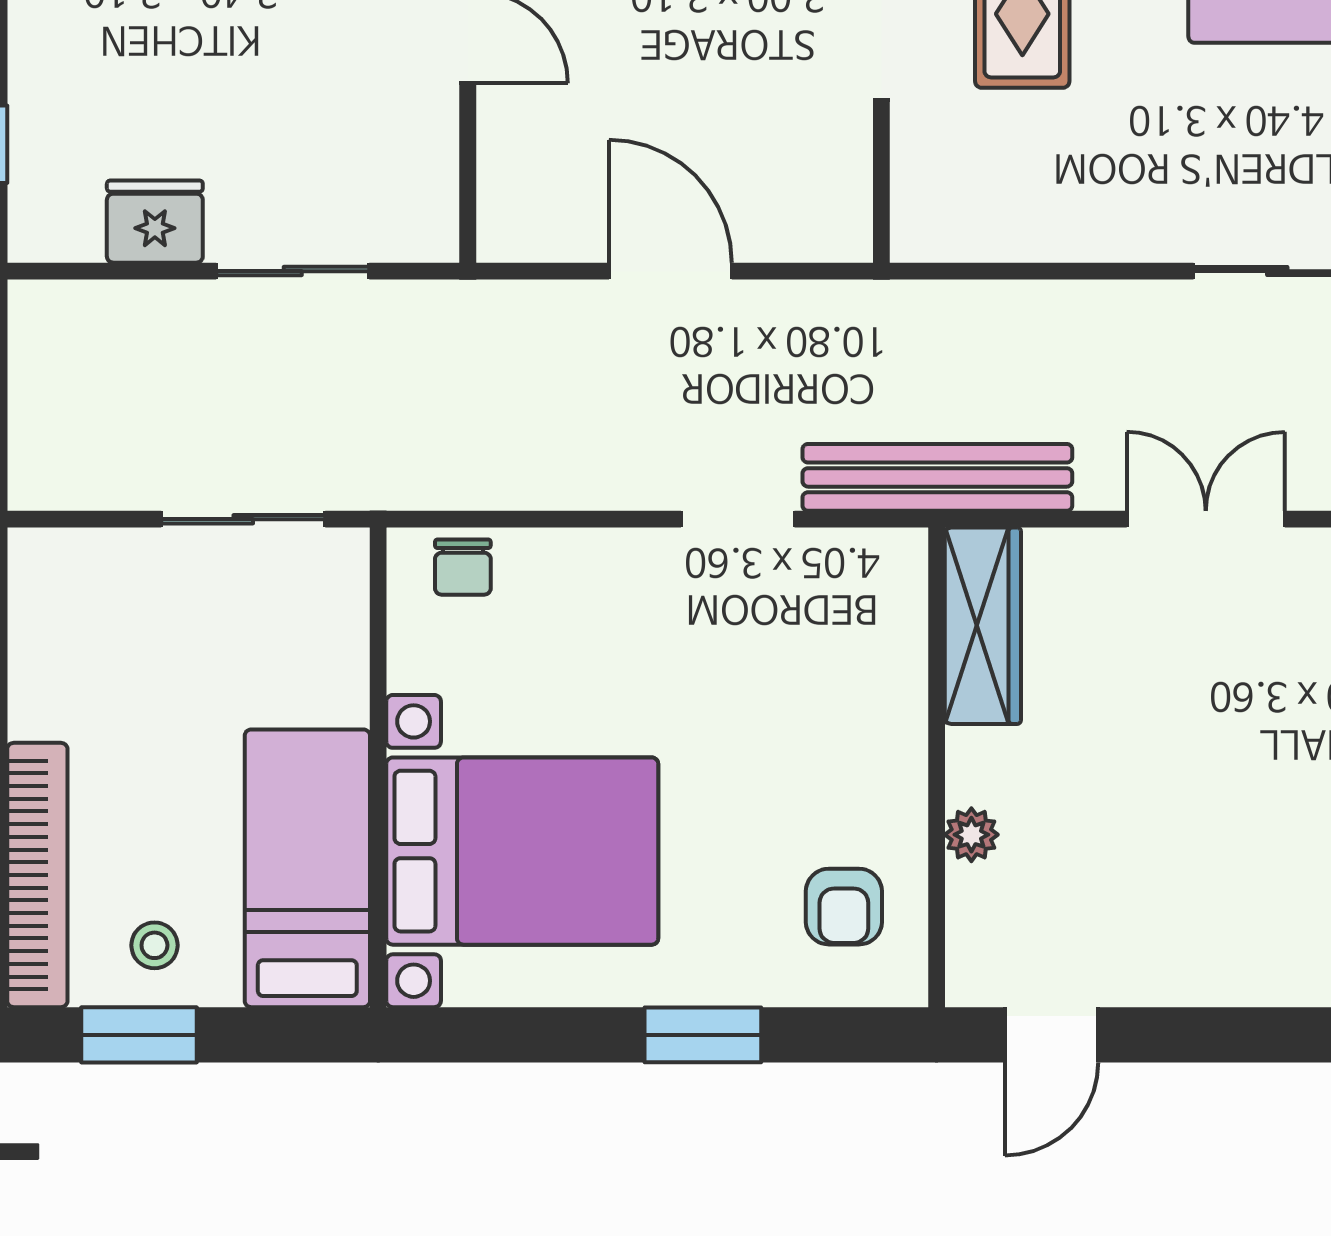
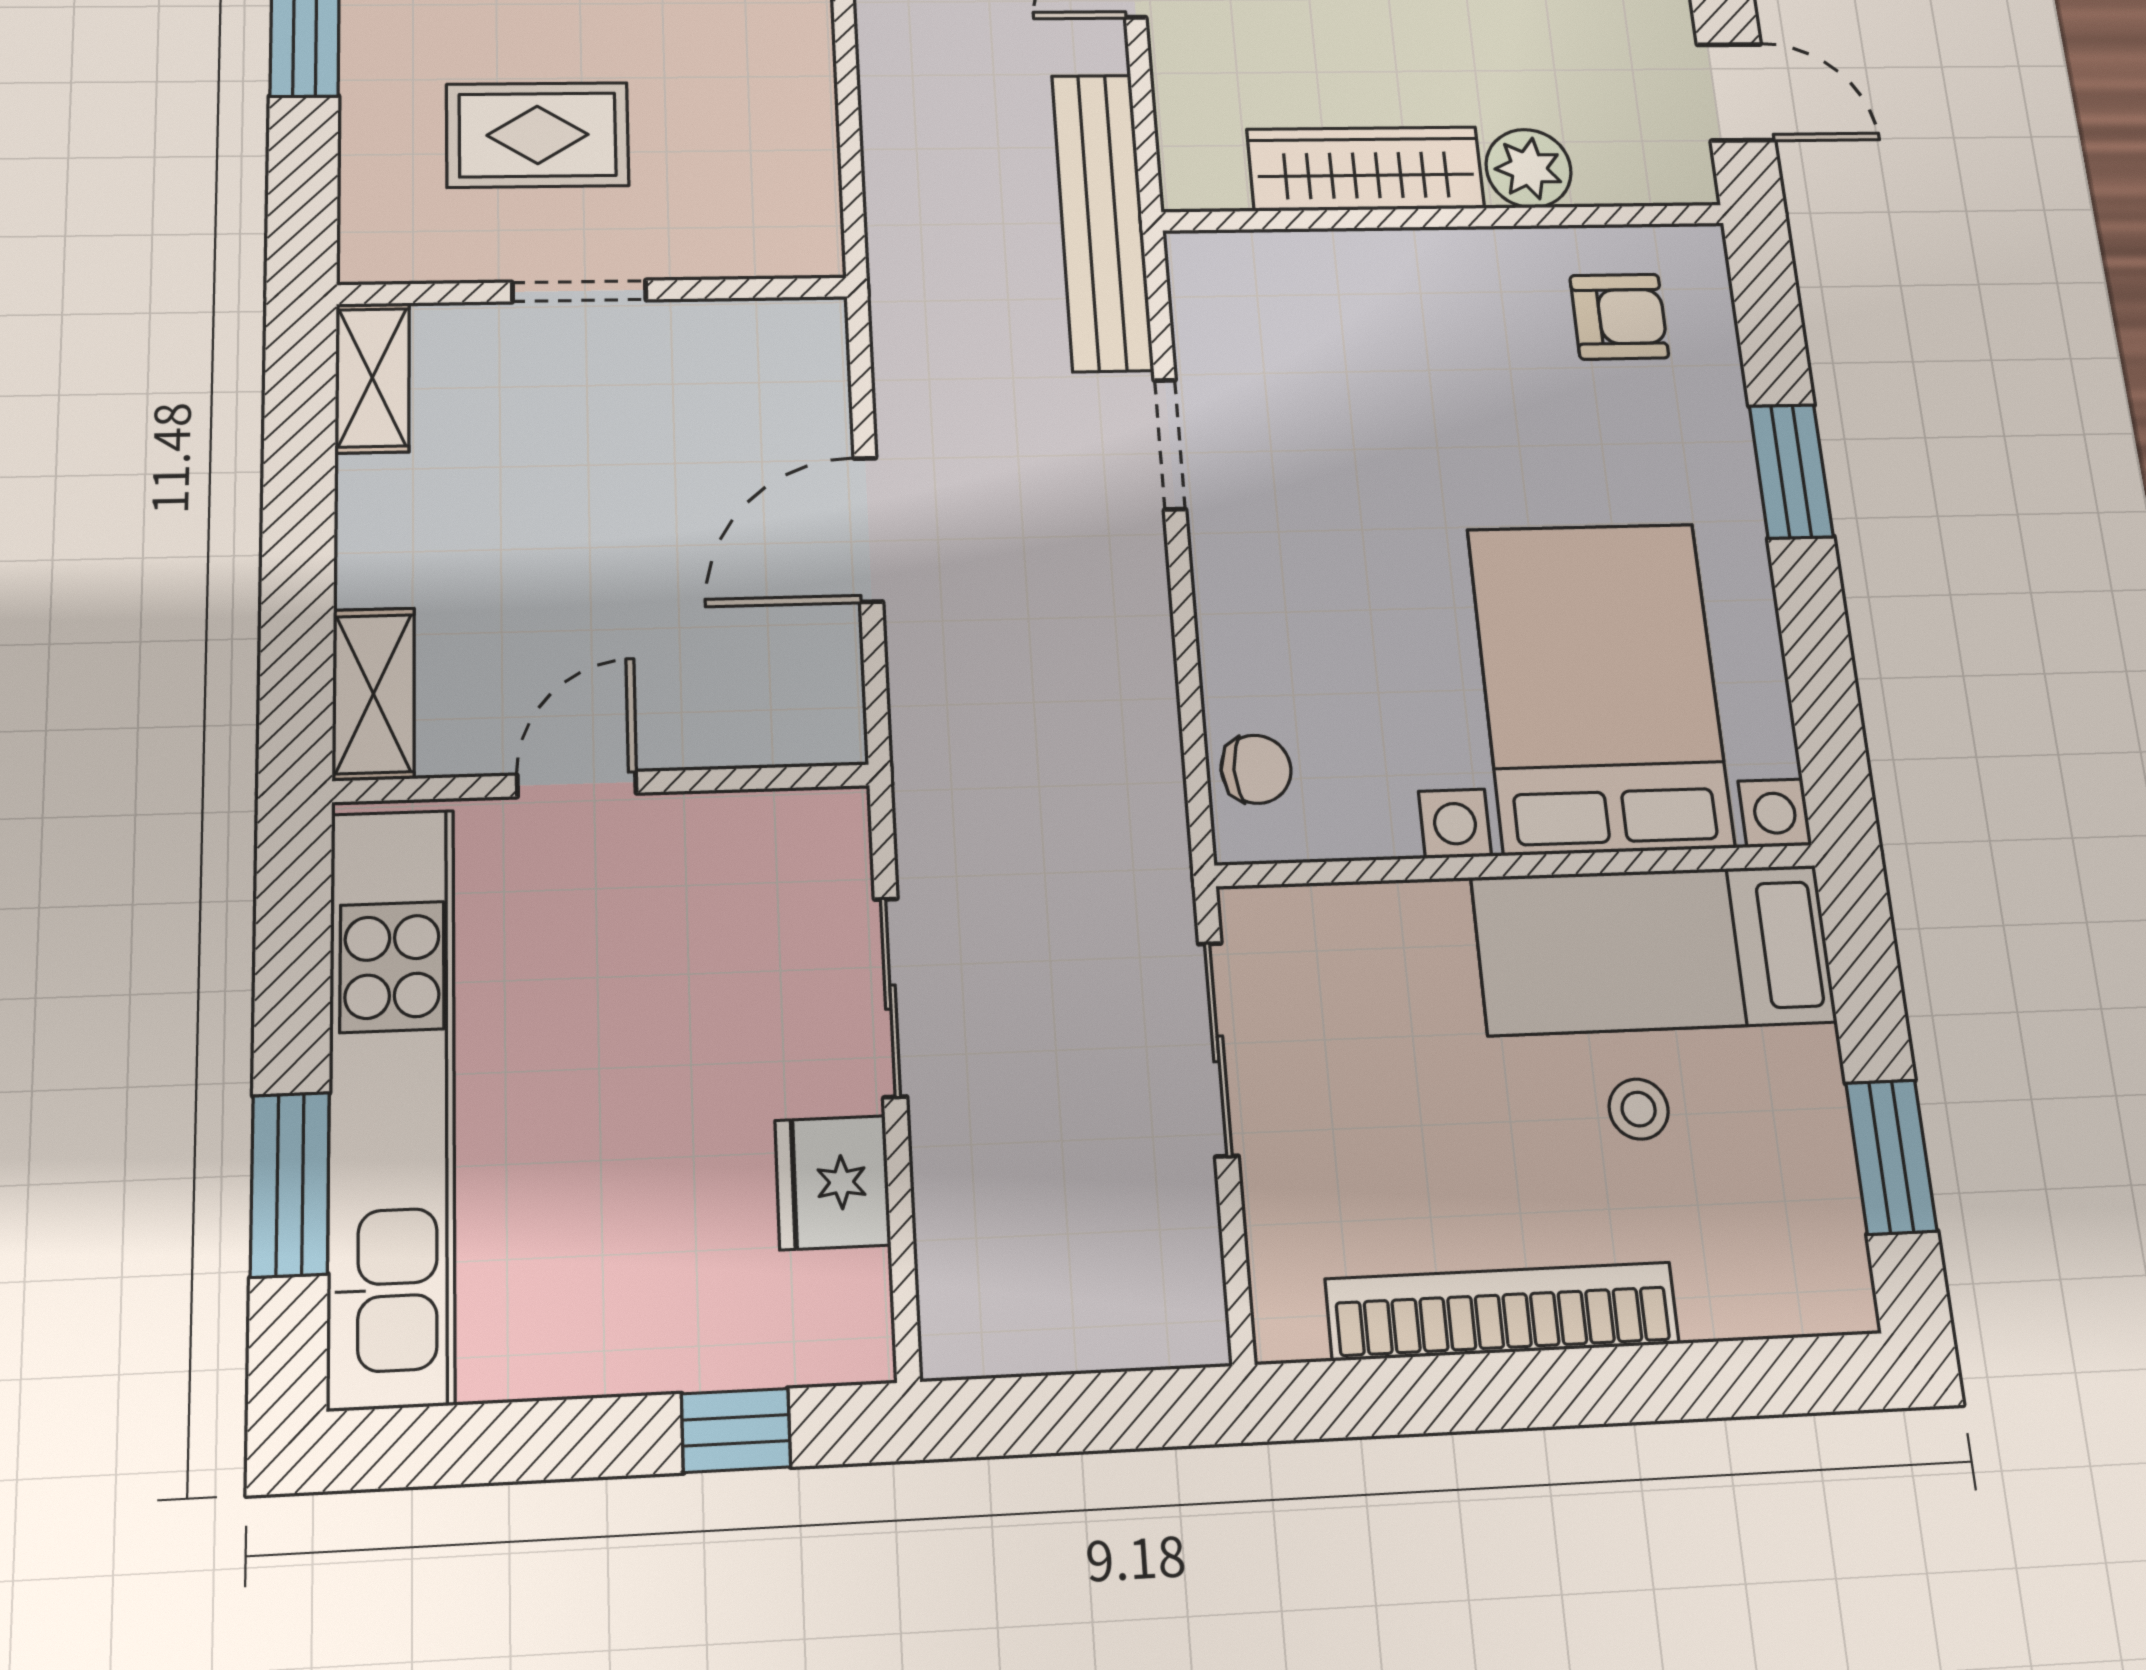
wardrobe: (983, 626) -> (1366, 169), moved
plant: (971, 835) -> (1529, 168), width x1.38, depth x1.38
bookcase: (37, 875) -> (1502, 1311), moved
stool: (154, 945) -> (1639, 1109), moved

